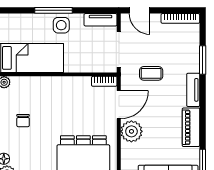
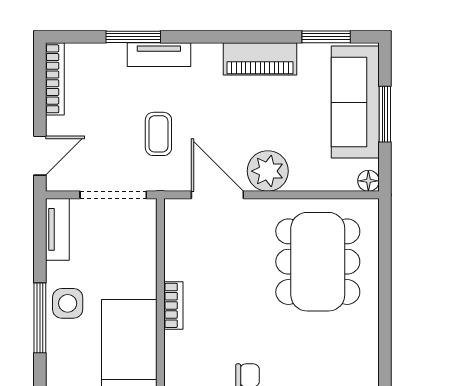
bookcase: (104, 81) -> (173, 305), moved
tv unit: (193, 90) -> (159, 55), moved

